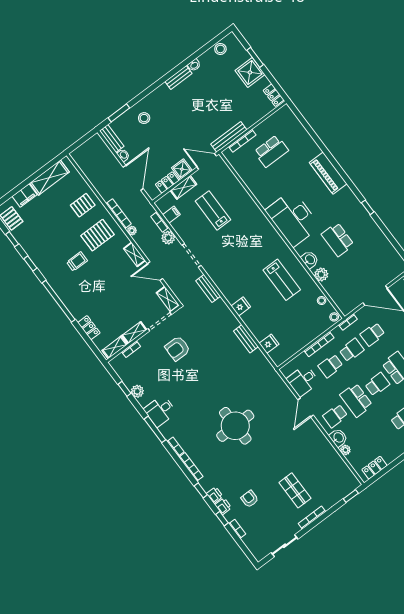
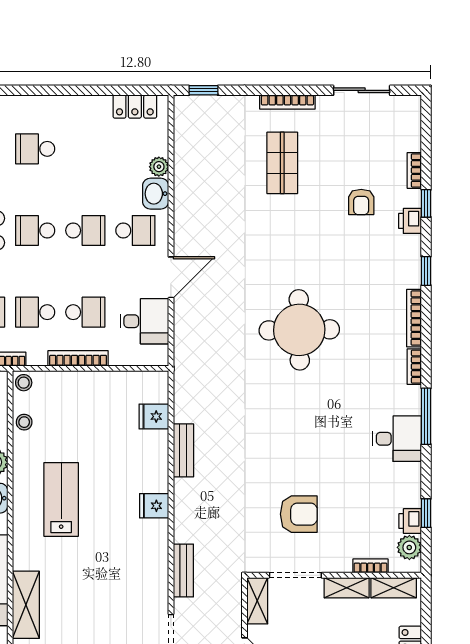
shelving: (263, 225) -> (26, 605), added
plant: (137, 391) -> (409, 547), moved
school desk: (356, 400) -> (85, 230), width x0.54
printer: (215, 495) -> (410, 521), moved

